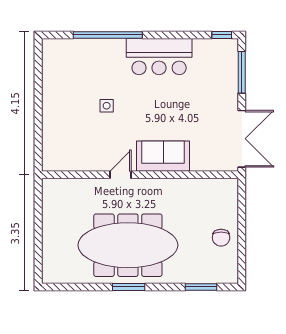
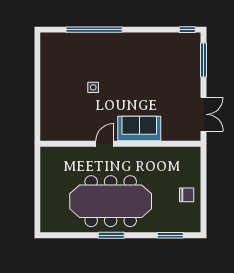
bar counter: (159, 57) -> (136, 47), removed
double door: (242, 139) -> (204, 114), width x0.73
chair: (221, 238) -> (187, 195), turned -90

